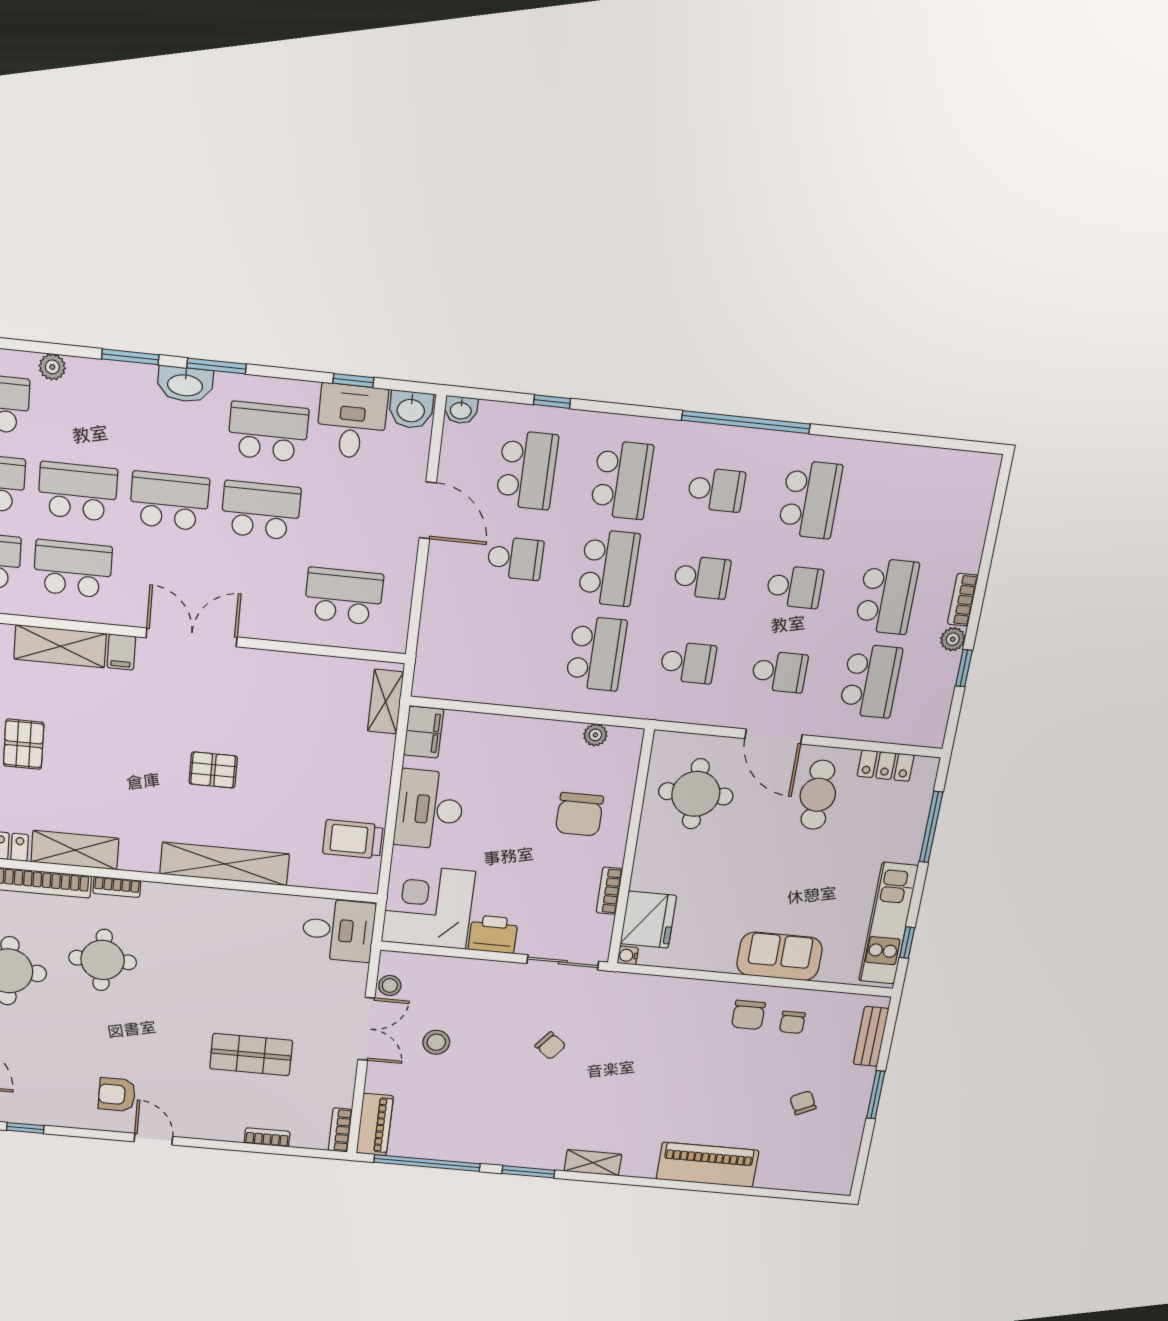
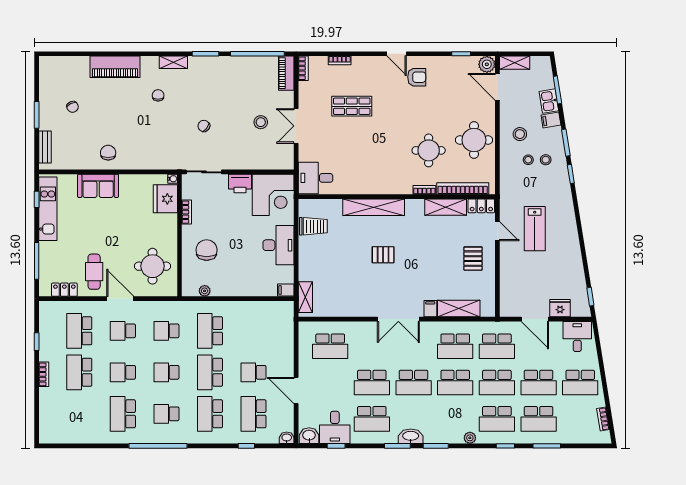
plant: (953, 639) -> (45, 355), removed
filing cabinet: (424, 732) -> (286, 290), width x0.50
stool: (390, 986) -> (287, 151), removed
chair: (792, 1022) -> (158, 95), moved

